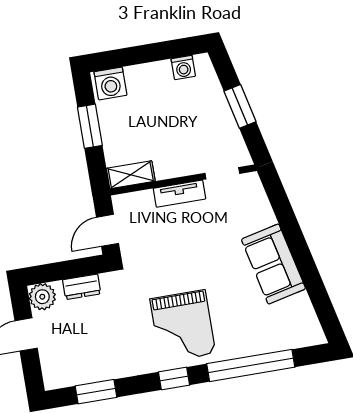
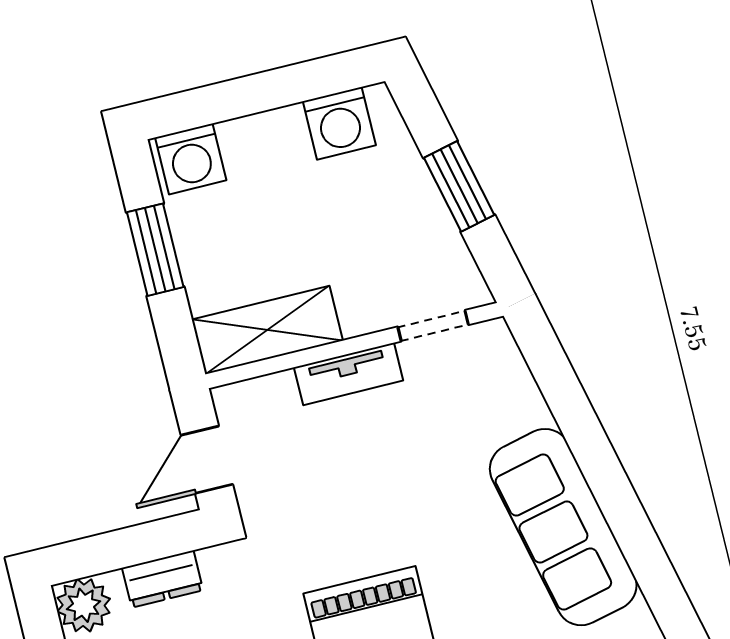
washing machine: (183, 67) -> (339, 123), width x1.38, depth x1.38
shelving: (131, 175) -> (267, 330), width x1.50, depth x1.33
sofa: (273, 264) -> (563, 527), width x1.36

